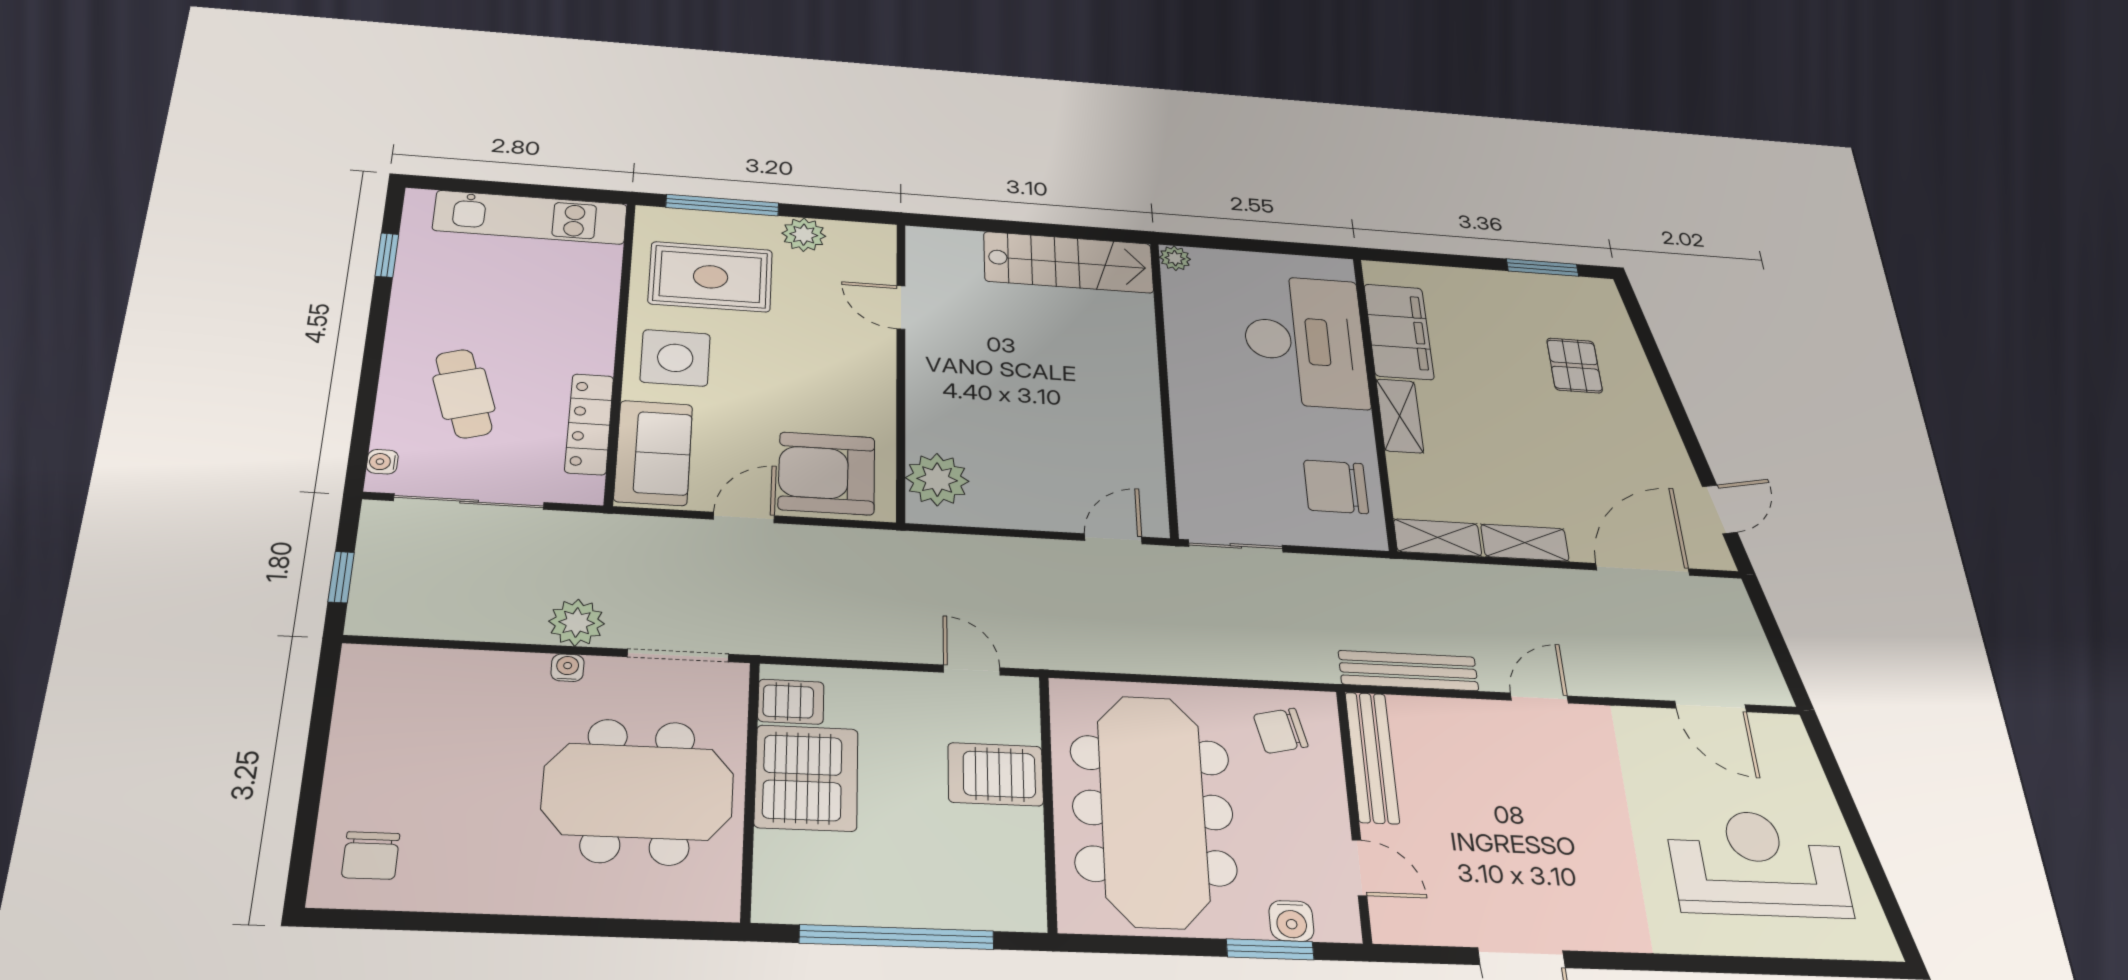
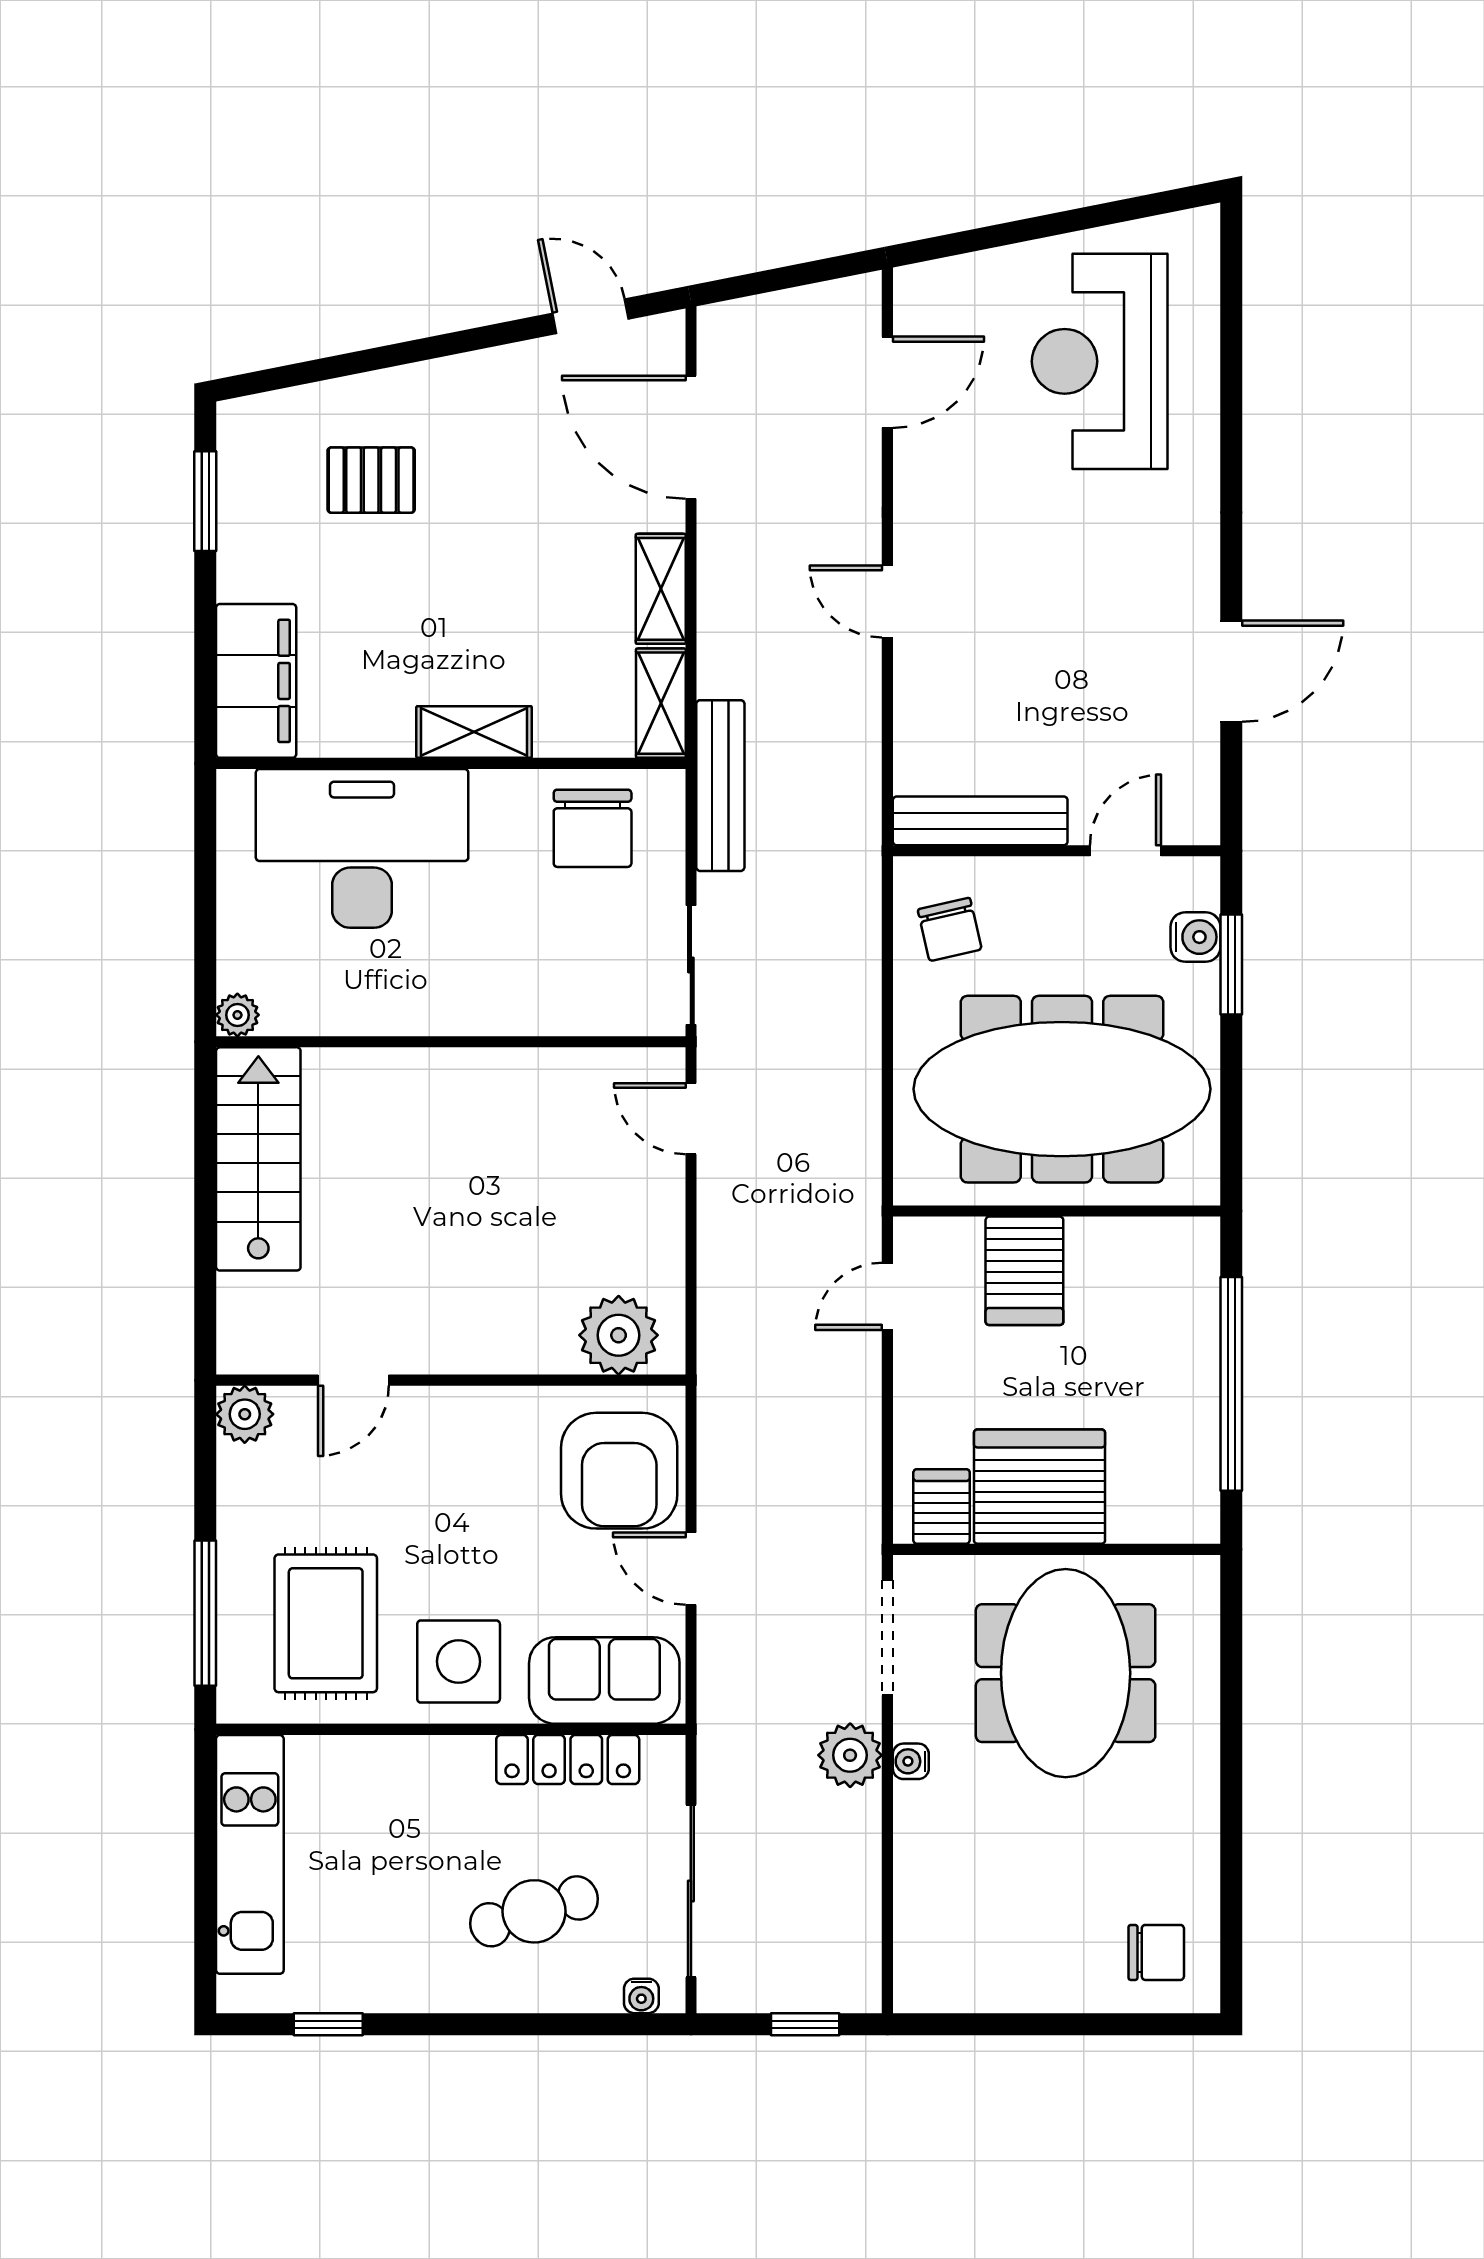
plant: (804, 235) -> (245, 1414), moved
filing cabinet: (1399, 332) -> (256, 681), moved, turned 90
bench: (1408, 671) -> (720, 786), moved

